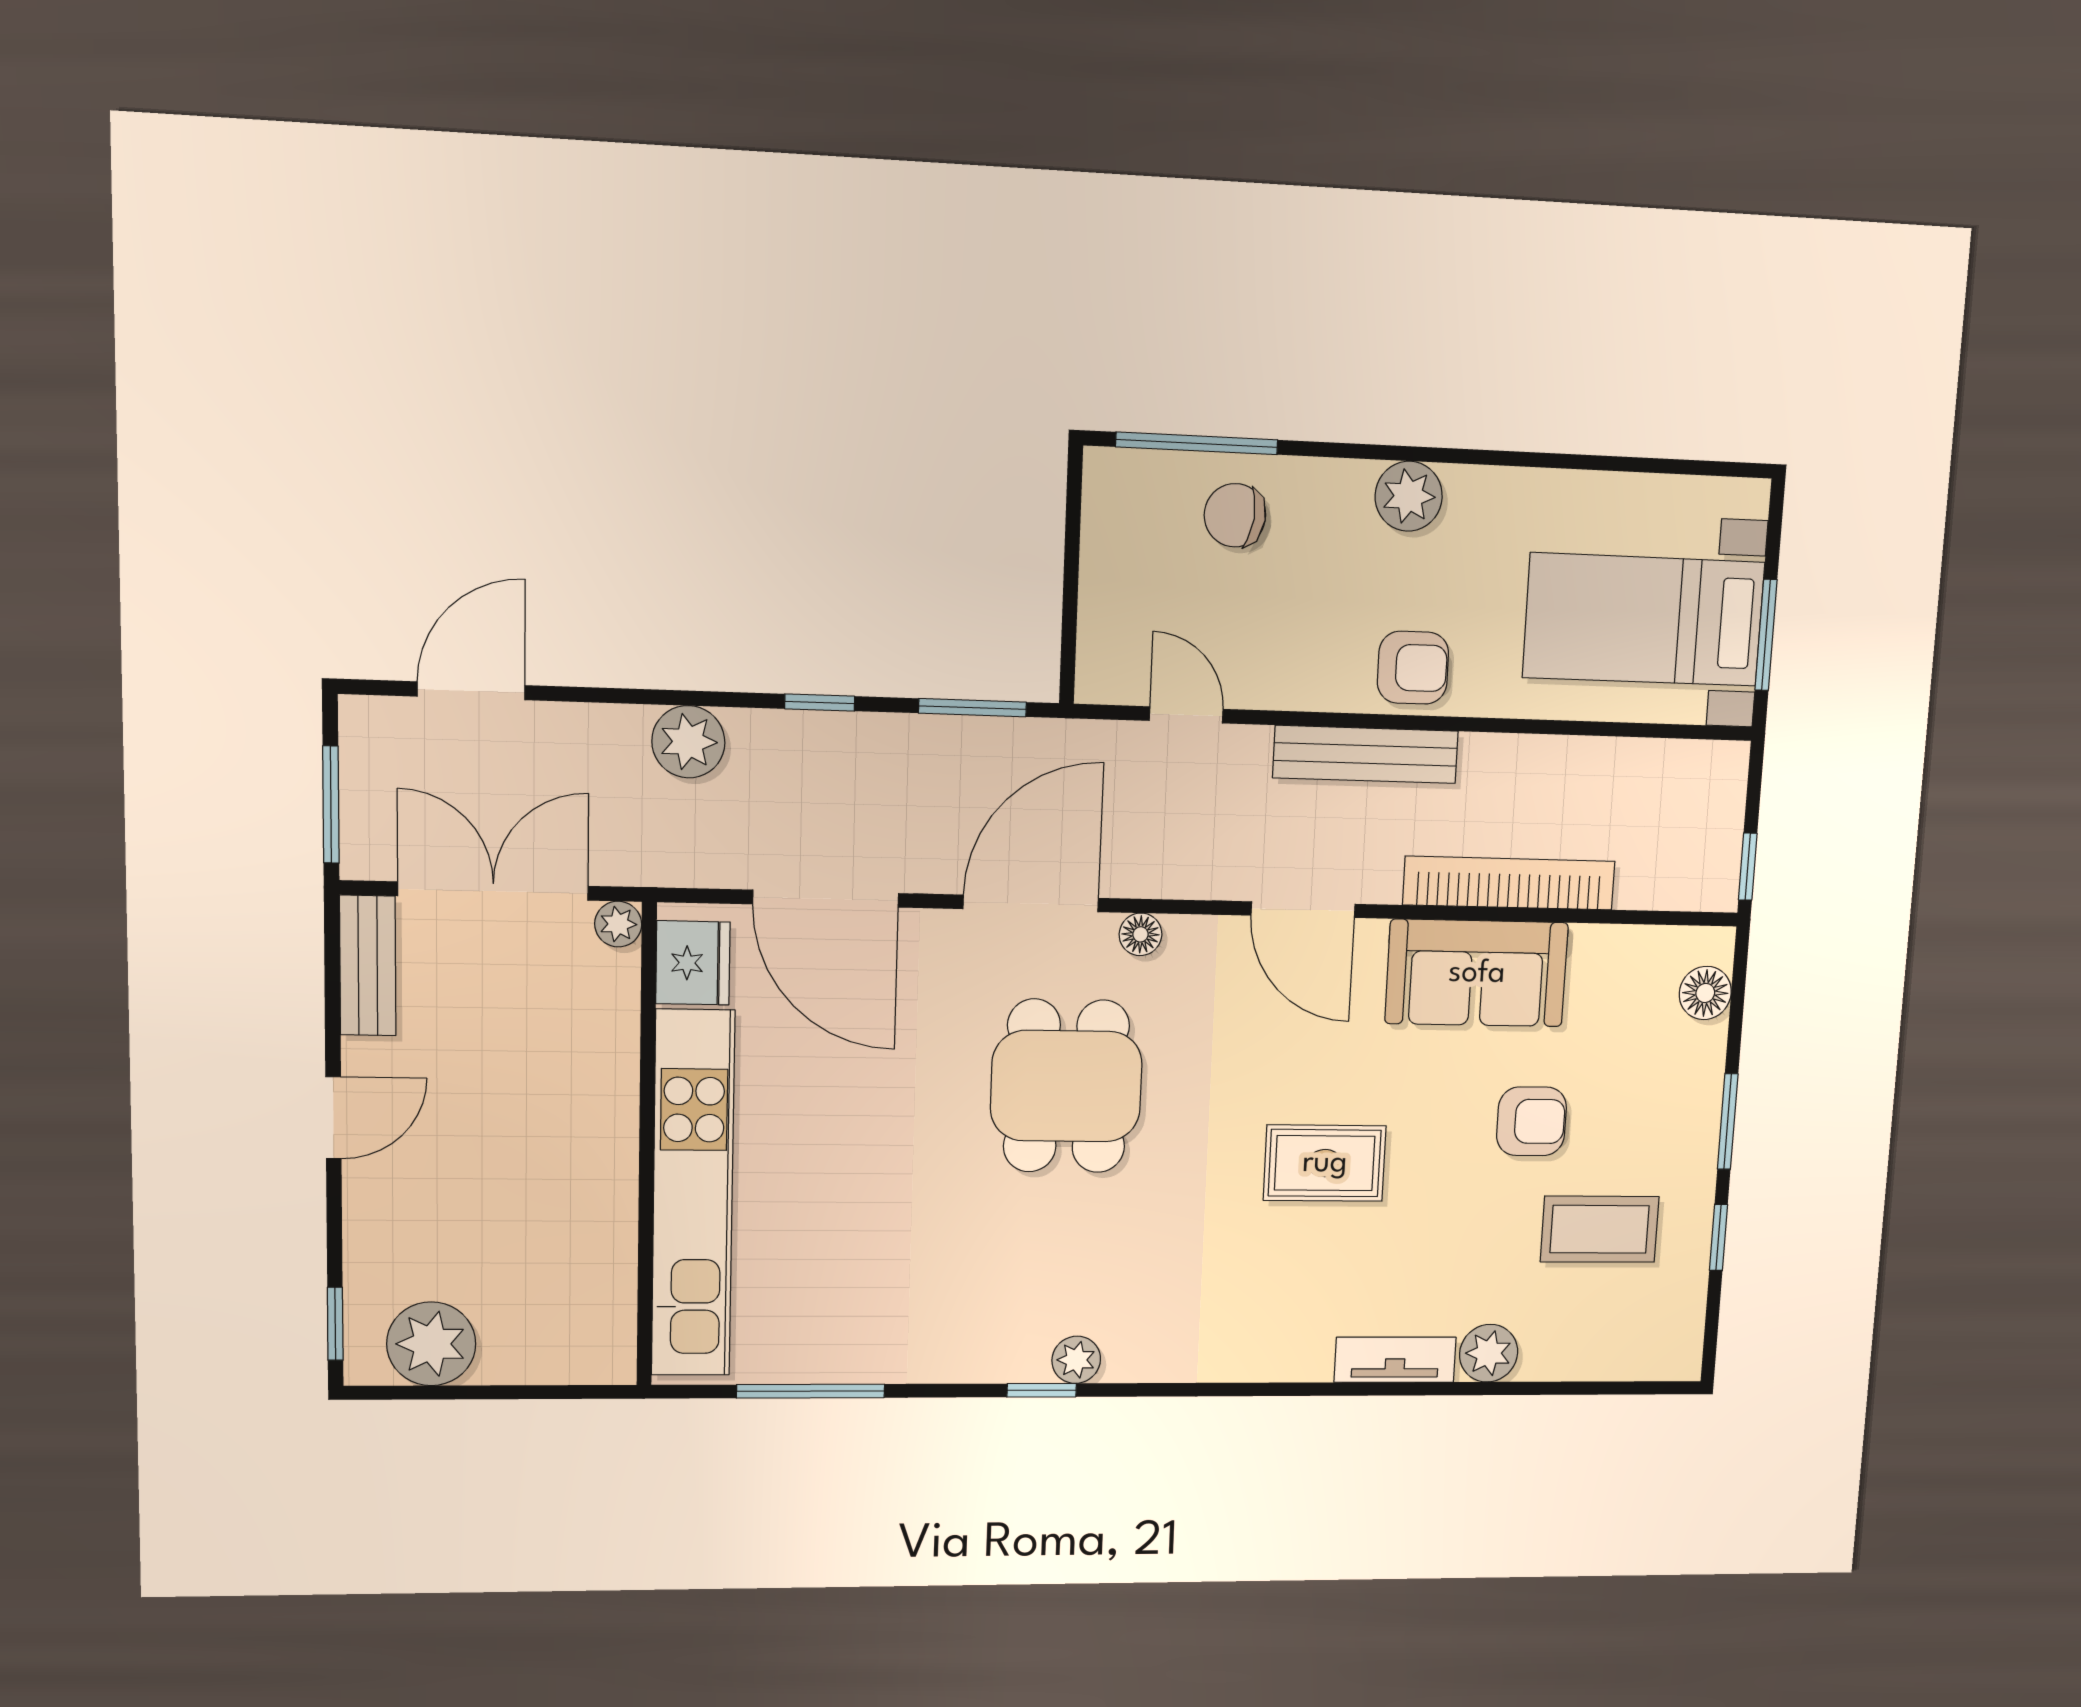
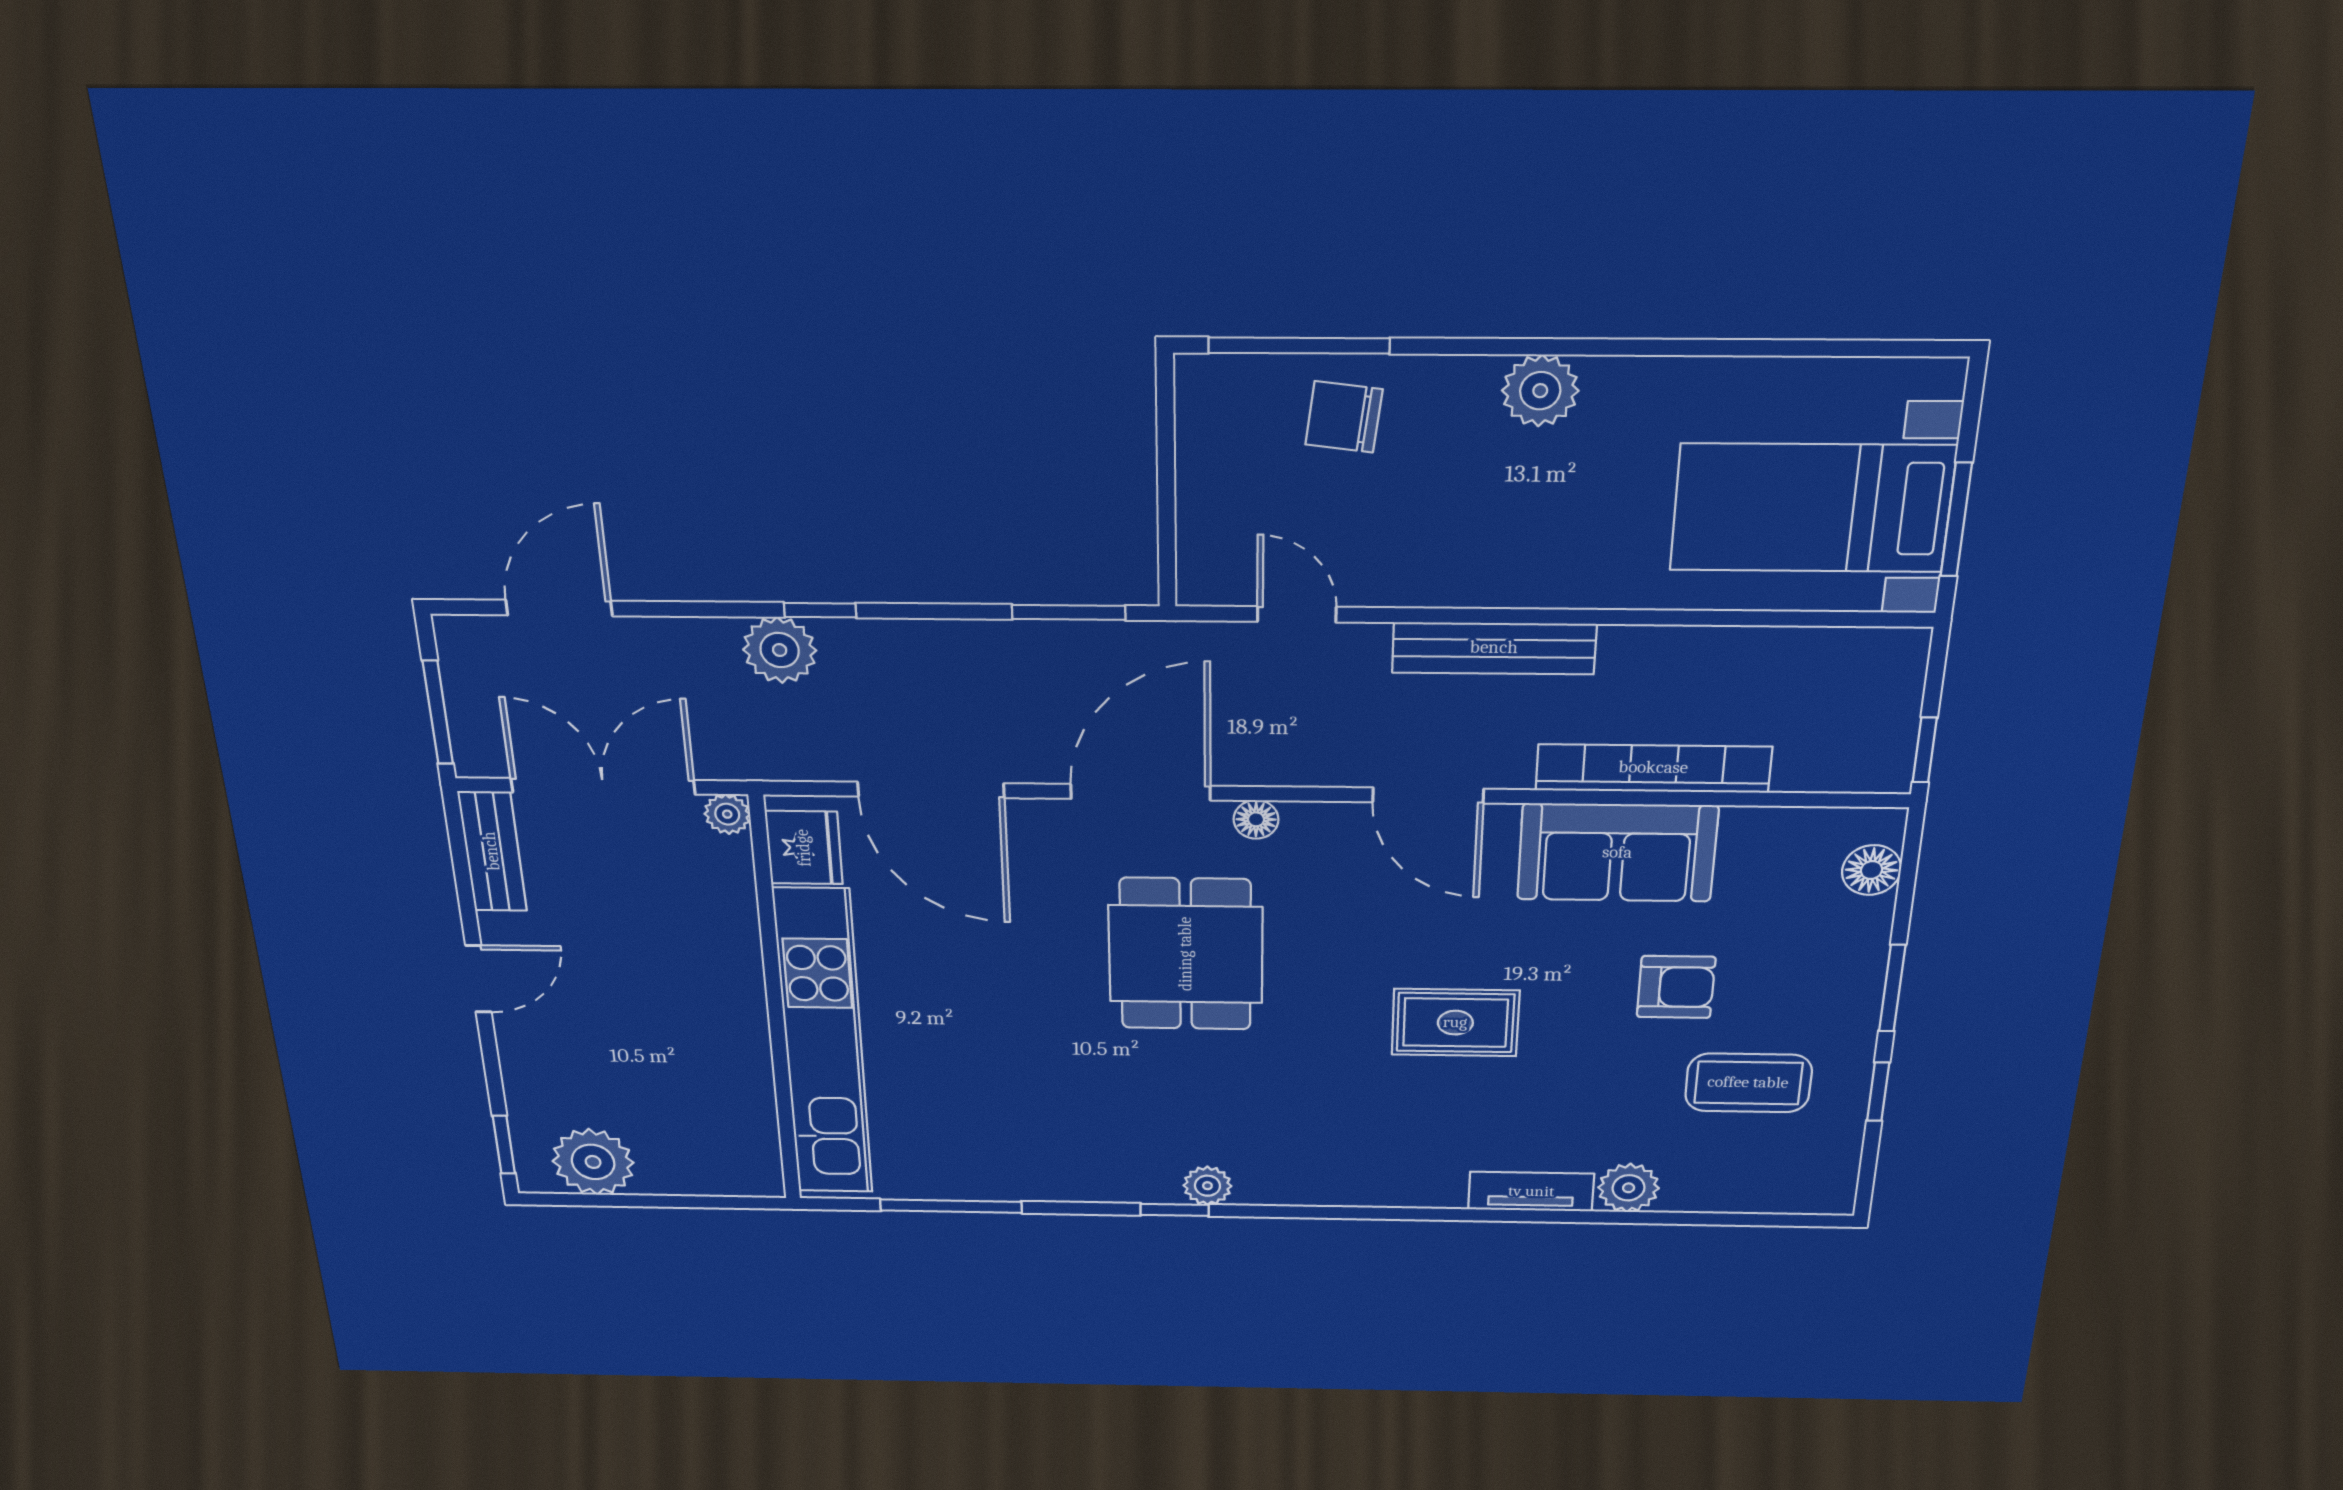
armchair: (1413, 668) -> (1546, 563), removed
window: (820, 703) -> (820, 610), moved

